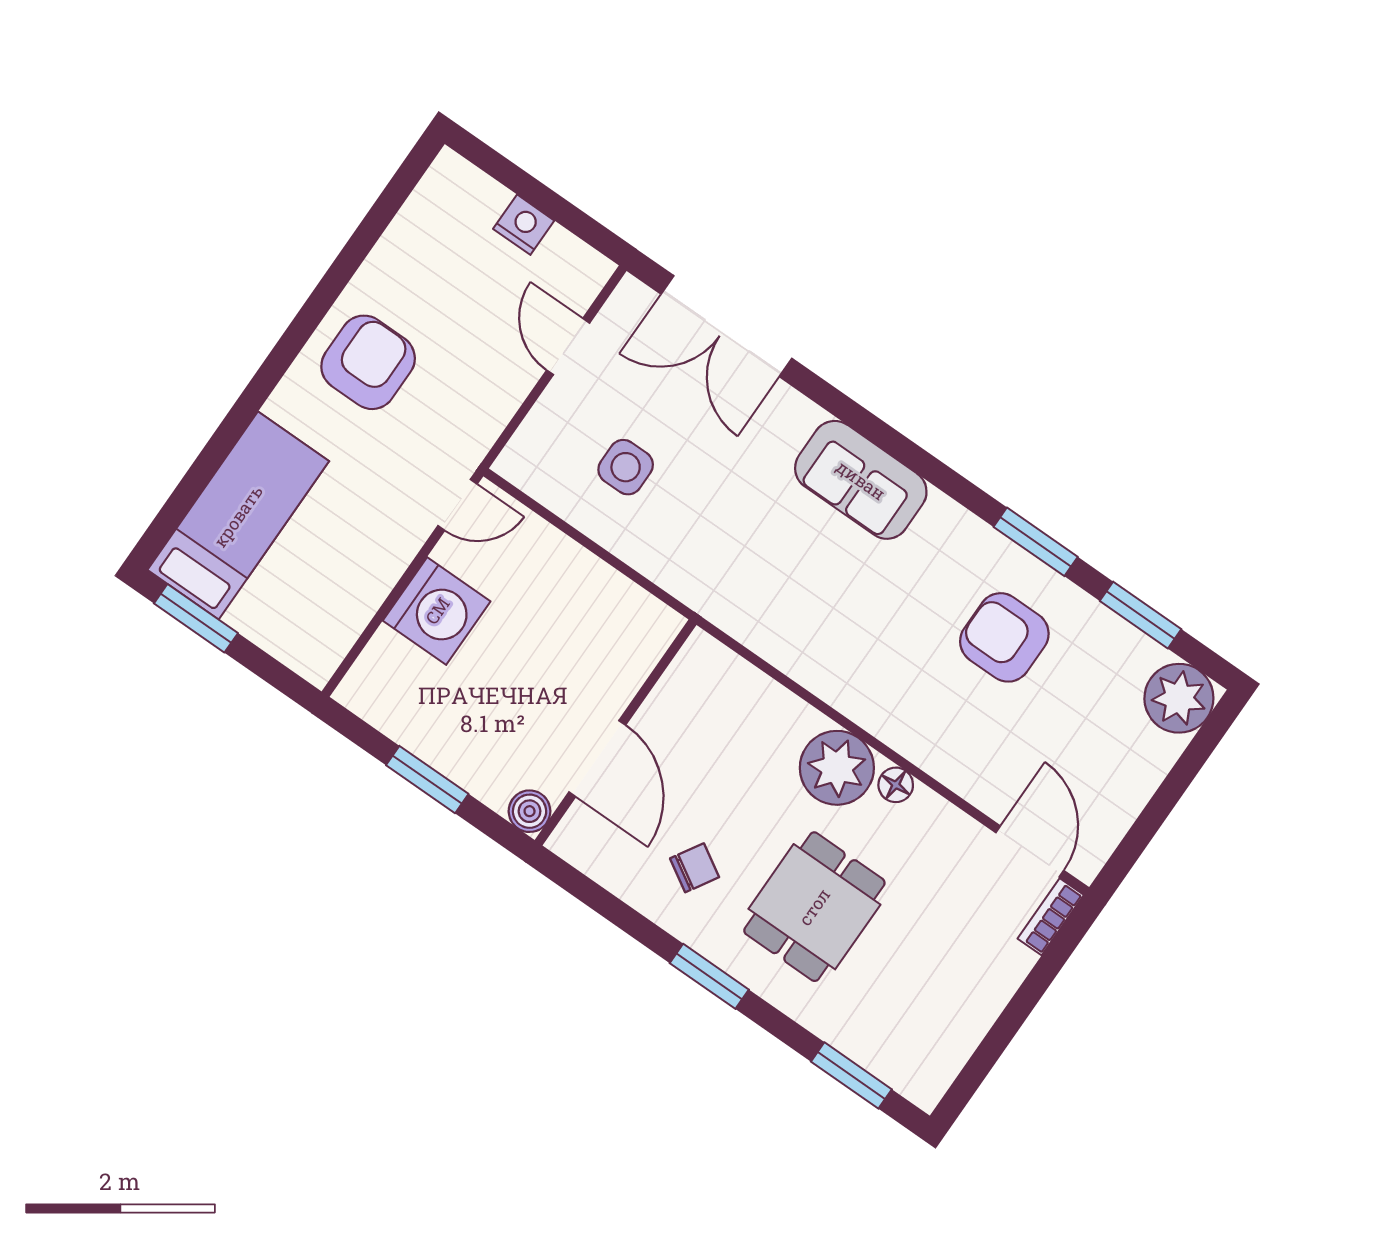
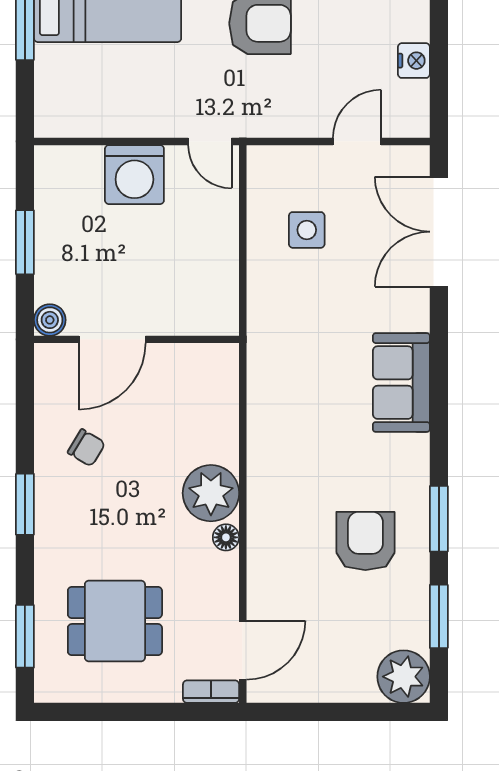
dining table: (814, 907) -> (115, 621), moved

